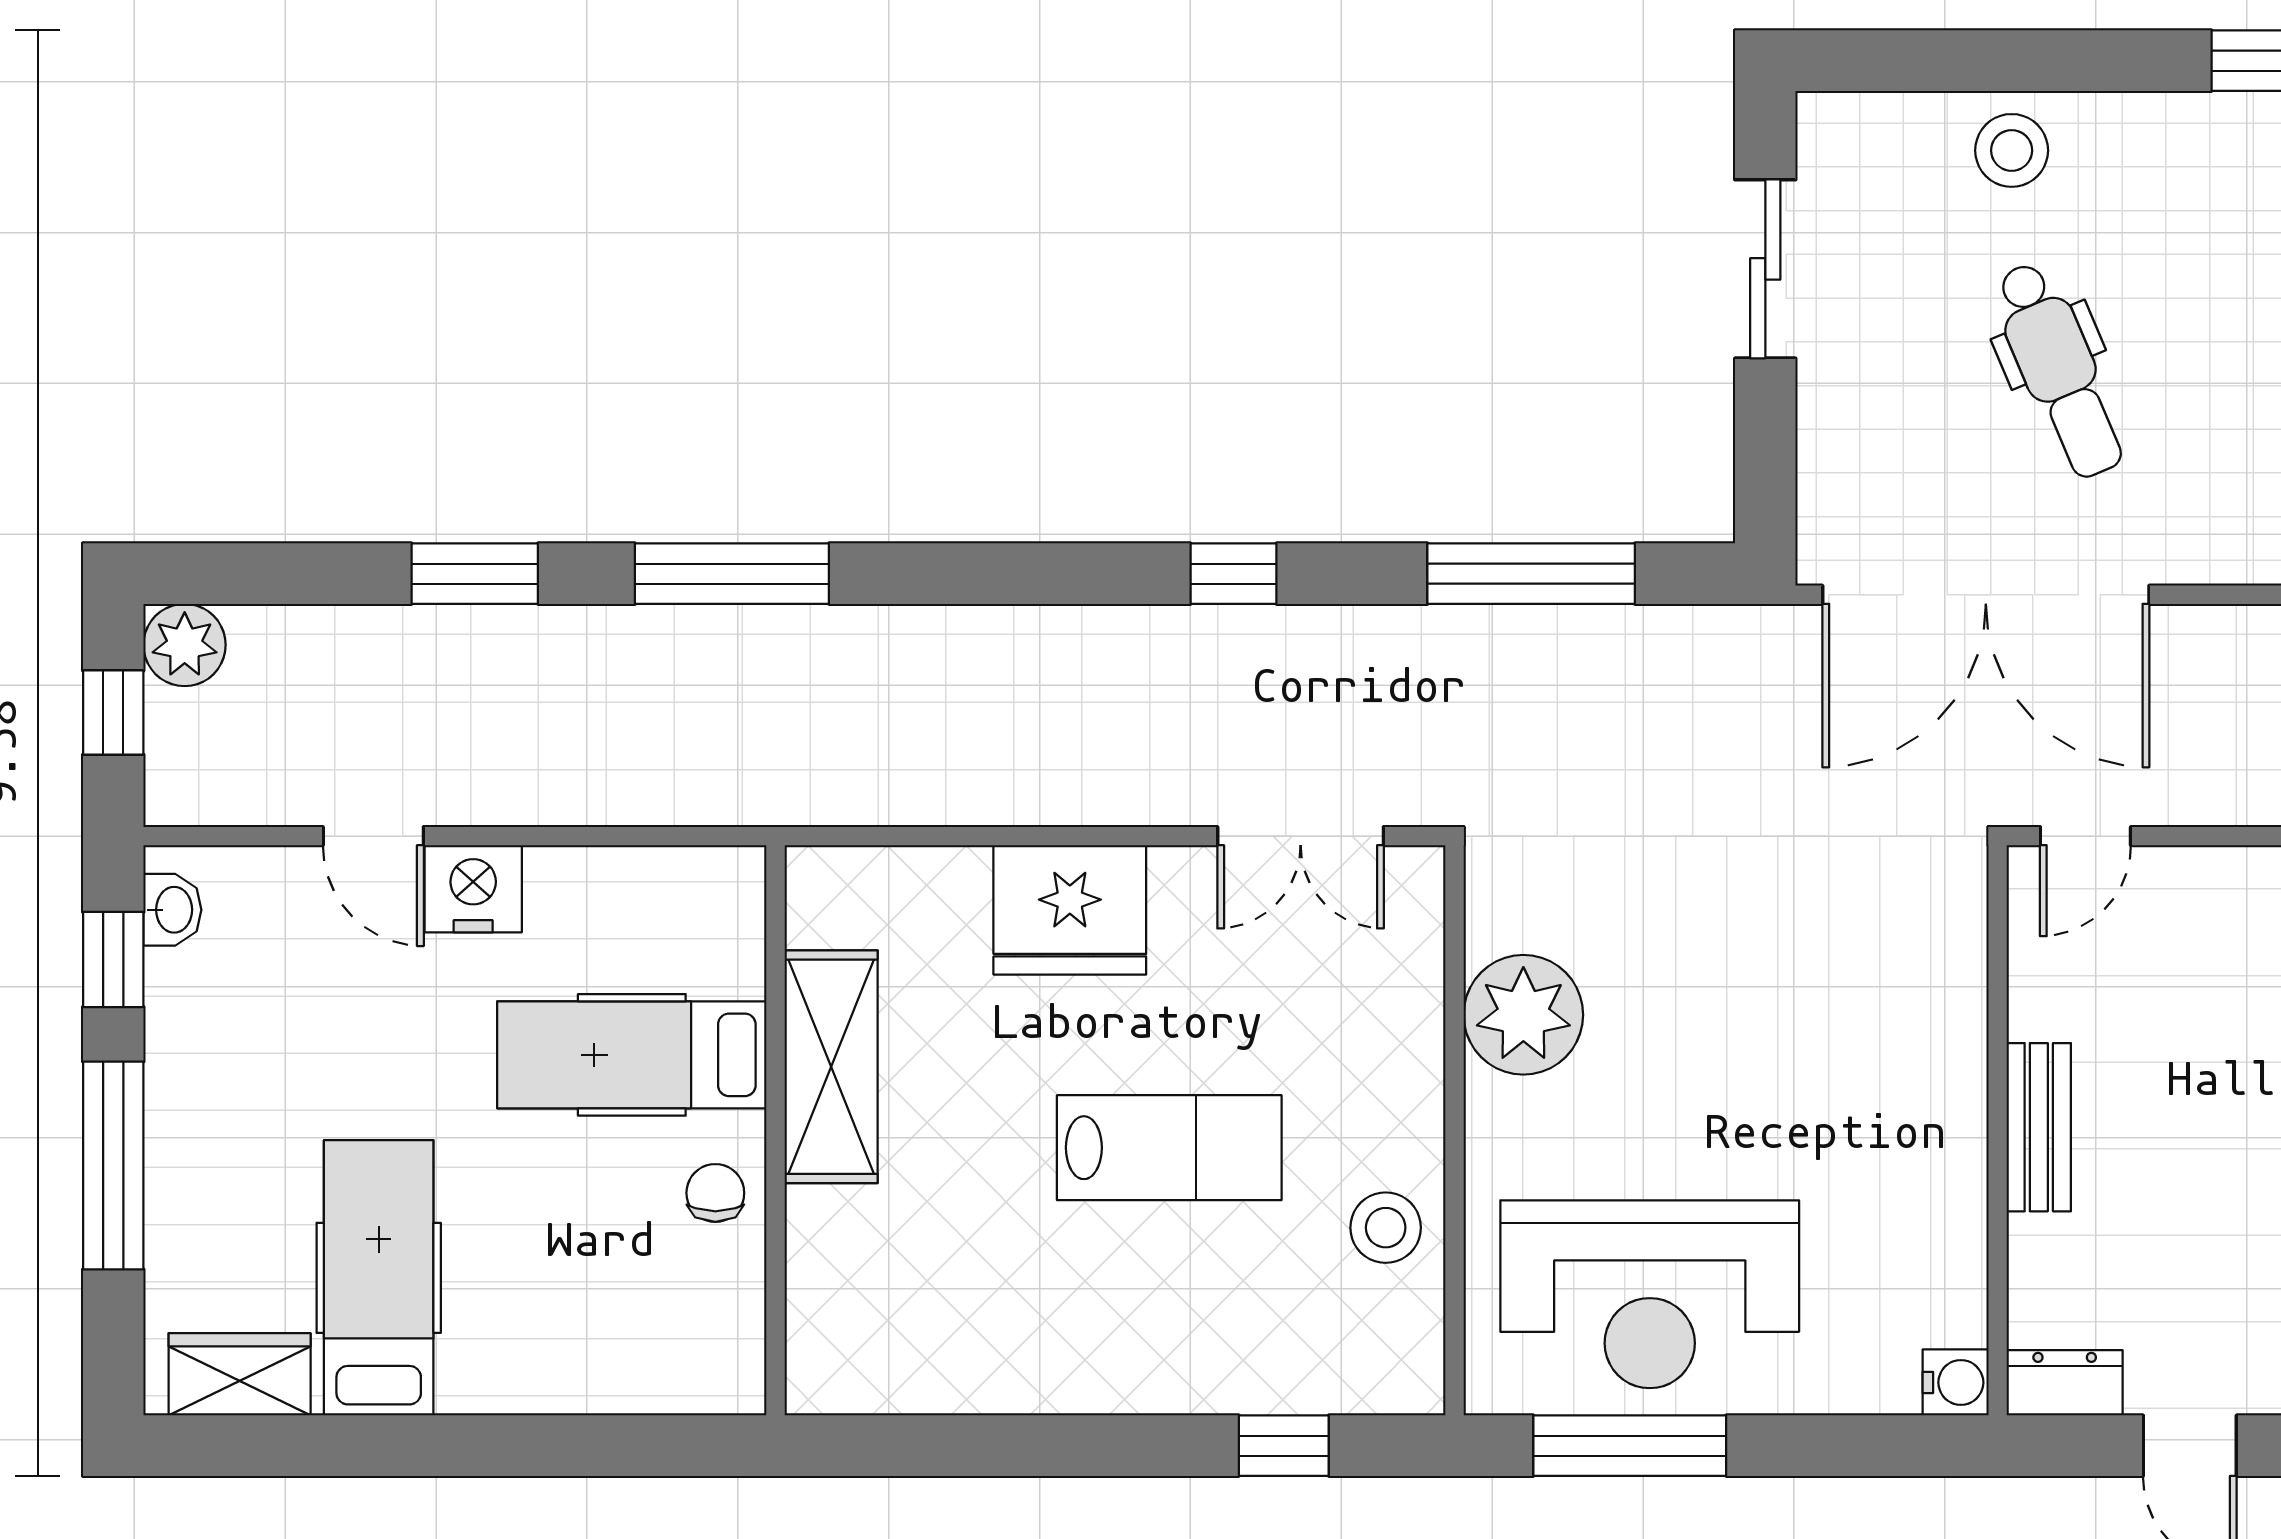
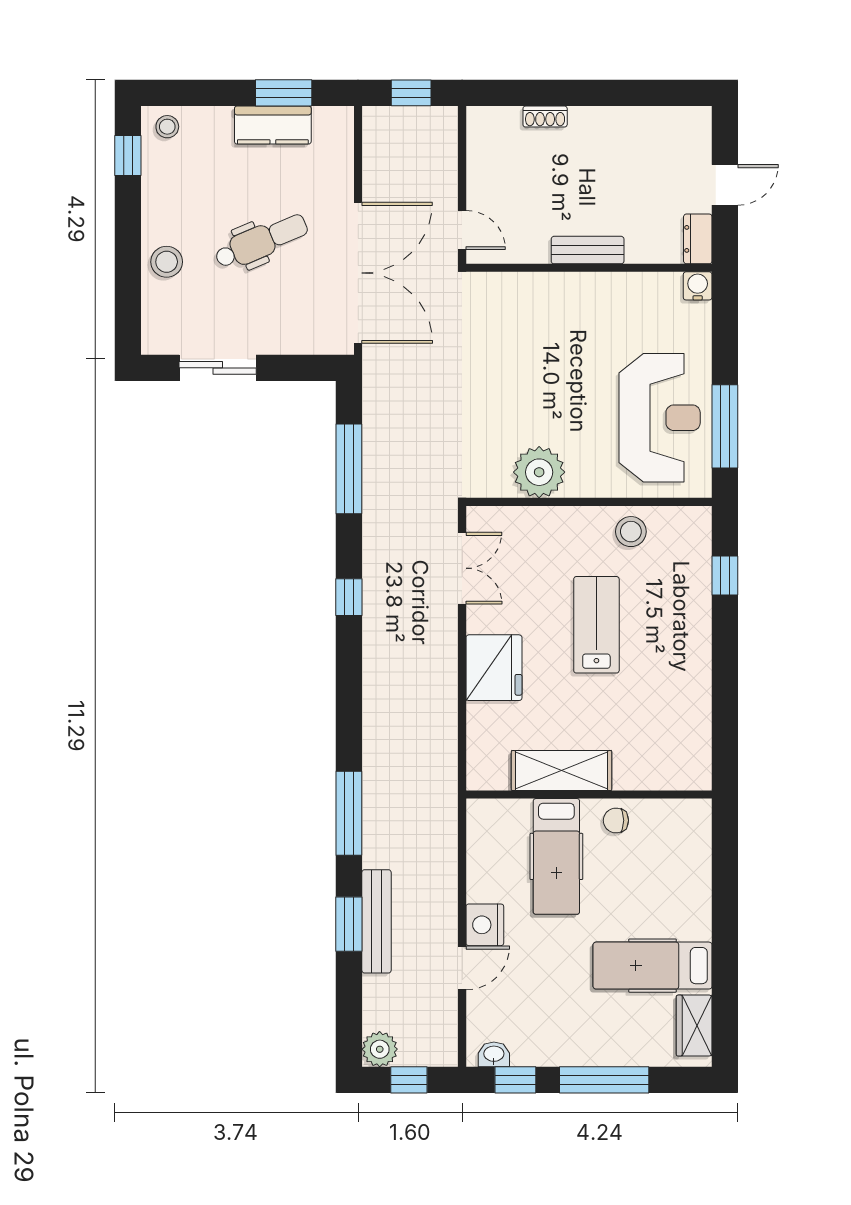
bench: (481, 637) -> (377, 921), added

